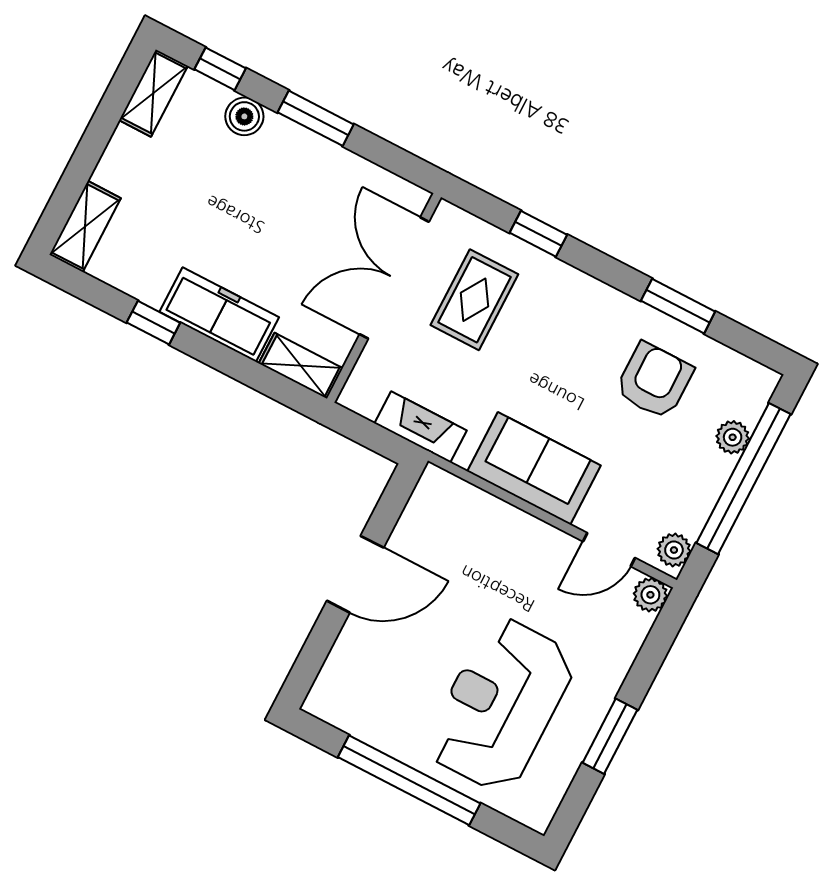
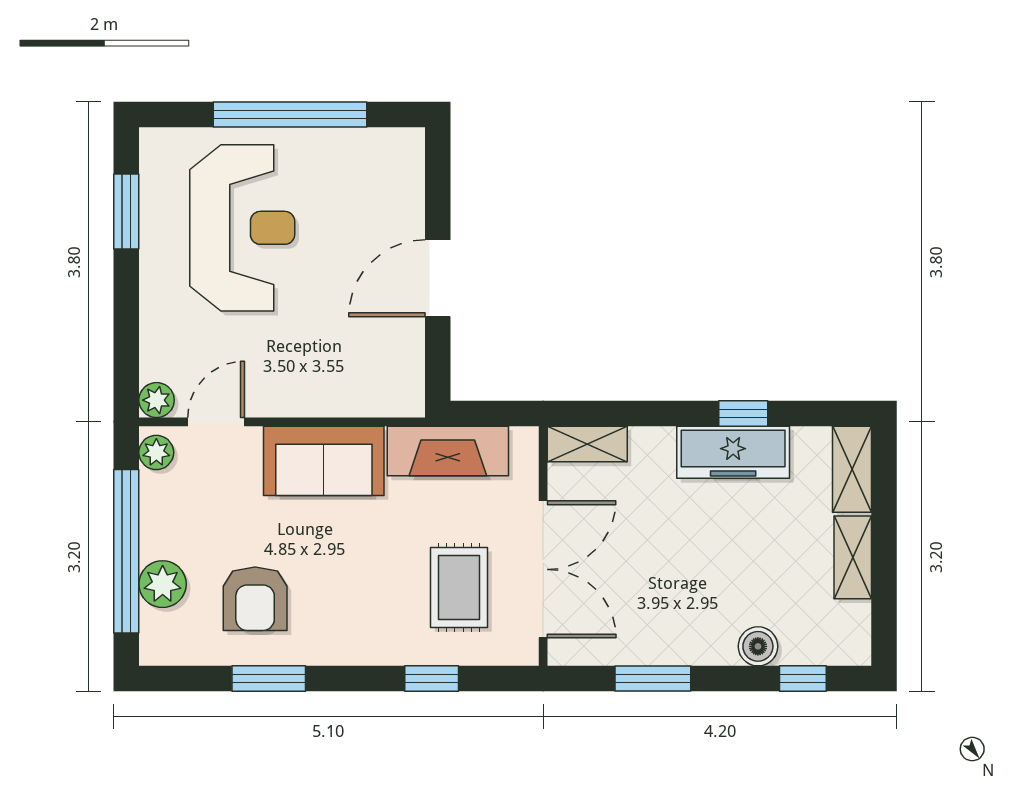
shelving: (153, 93) -> (853, 557), moved
window: (316, 118) -> (653, 679), moved
freezer: (219, 315) -> (733, 452), moved
fireplace: (421, 427) -> (448, 451), width x1.37, depth x1.32
plant: (733, 437) -> (163, 584), width x1.38, depth x1.38
window: (610, 736) -> (126, 211), moved

